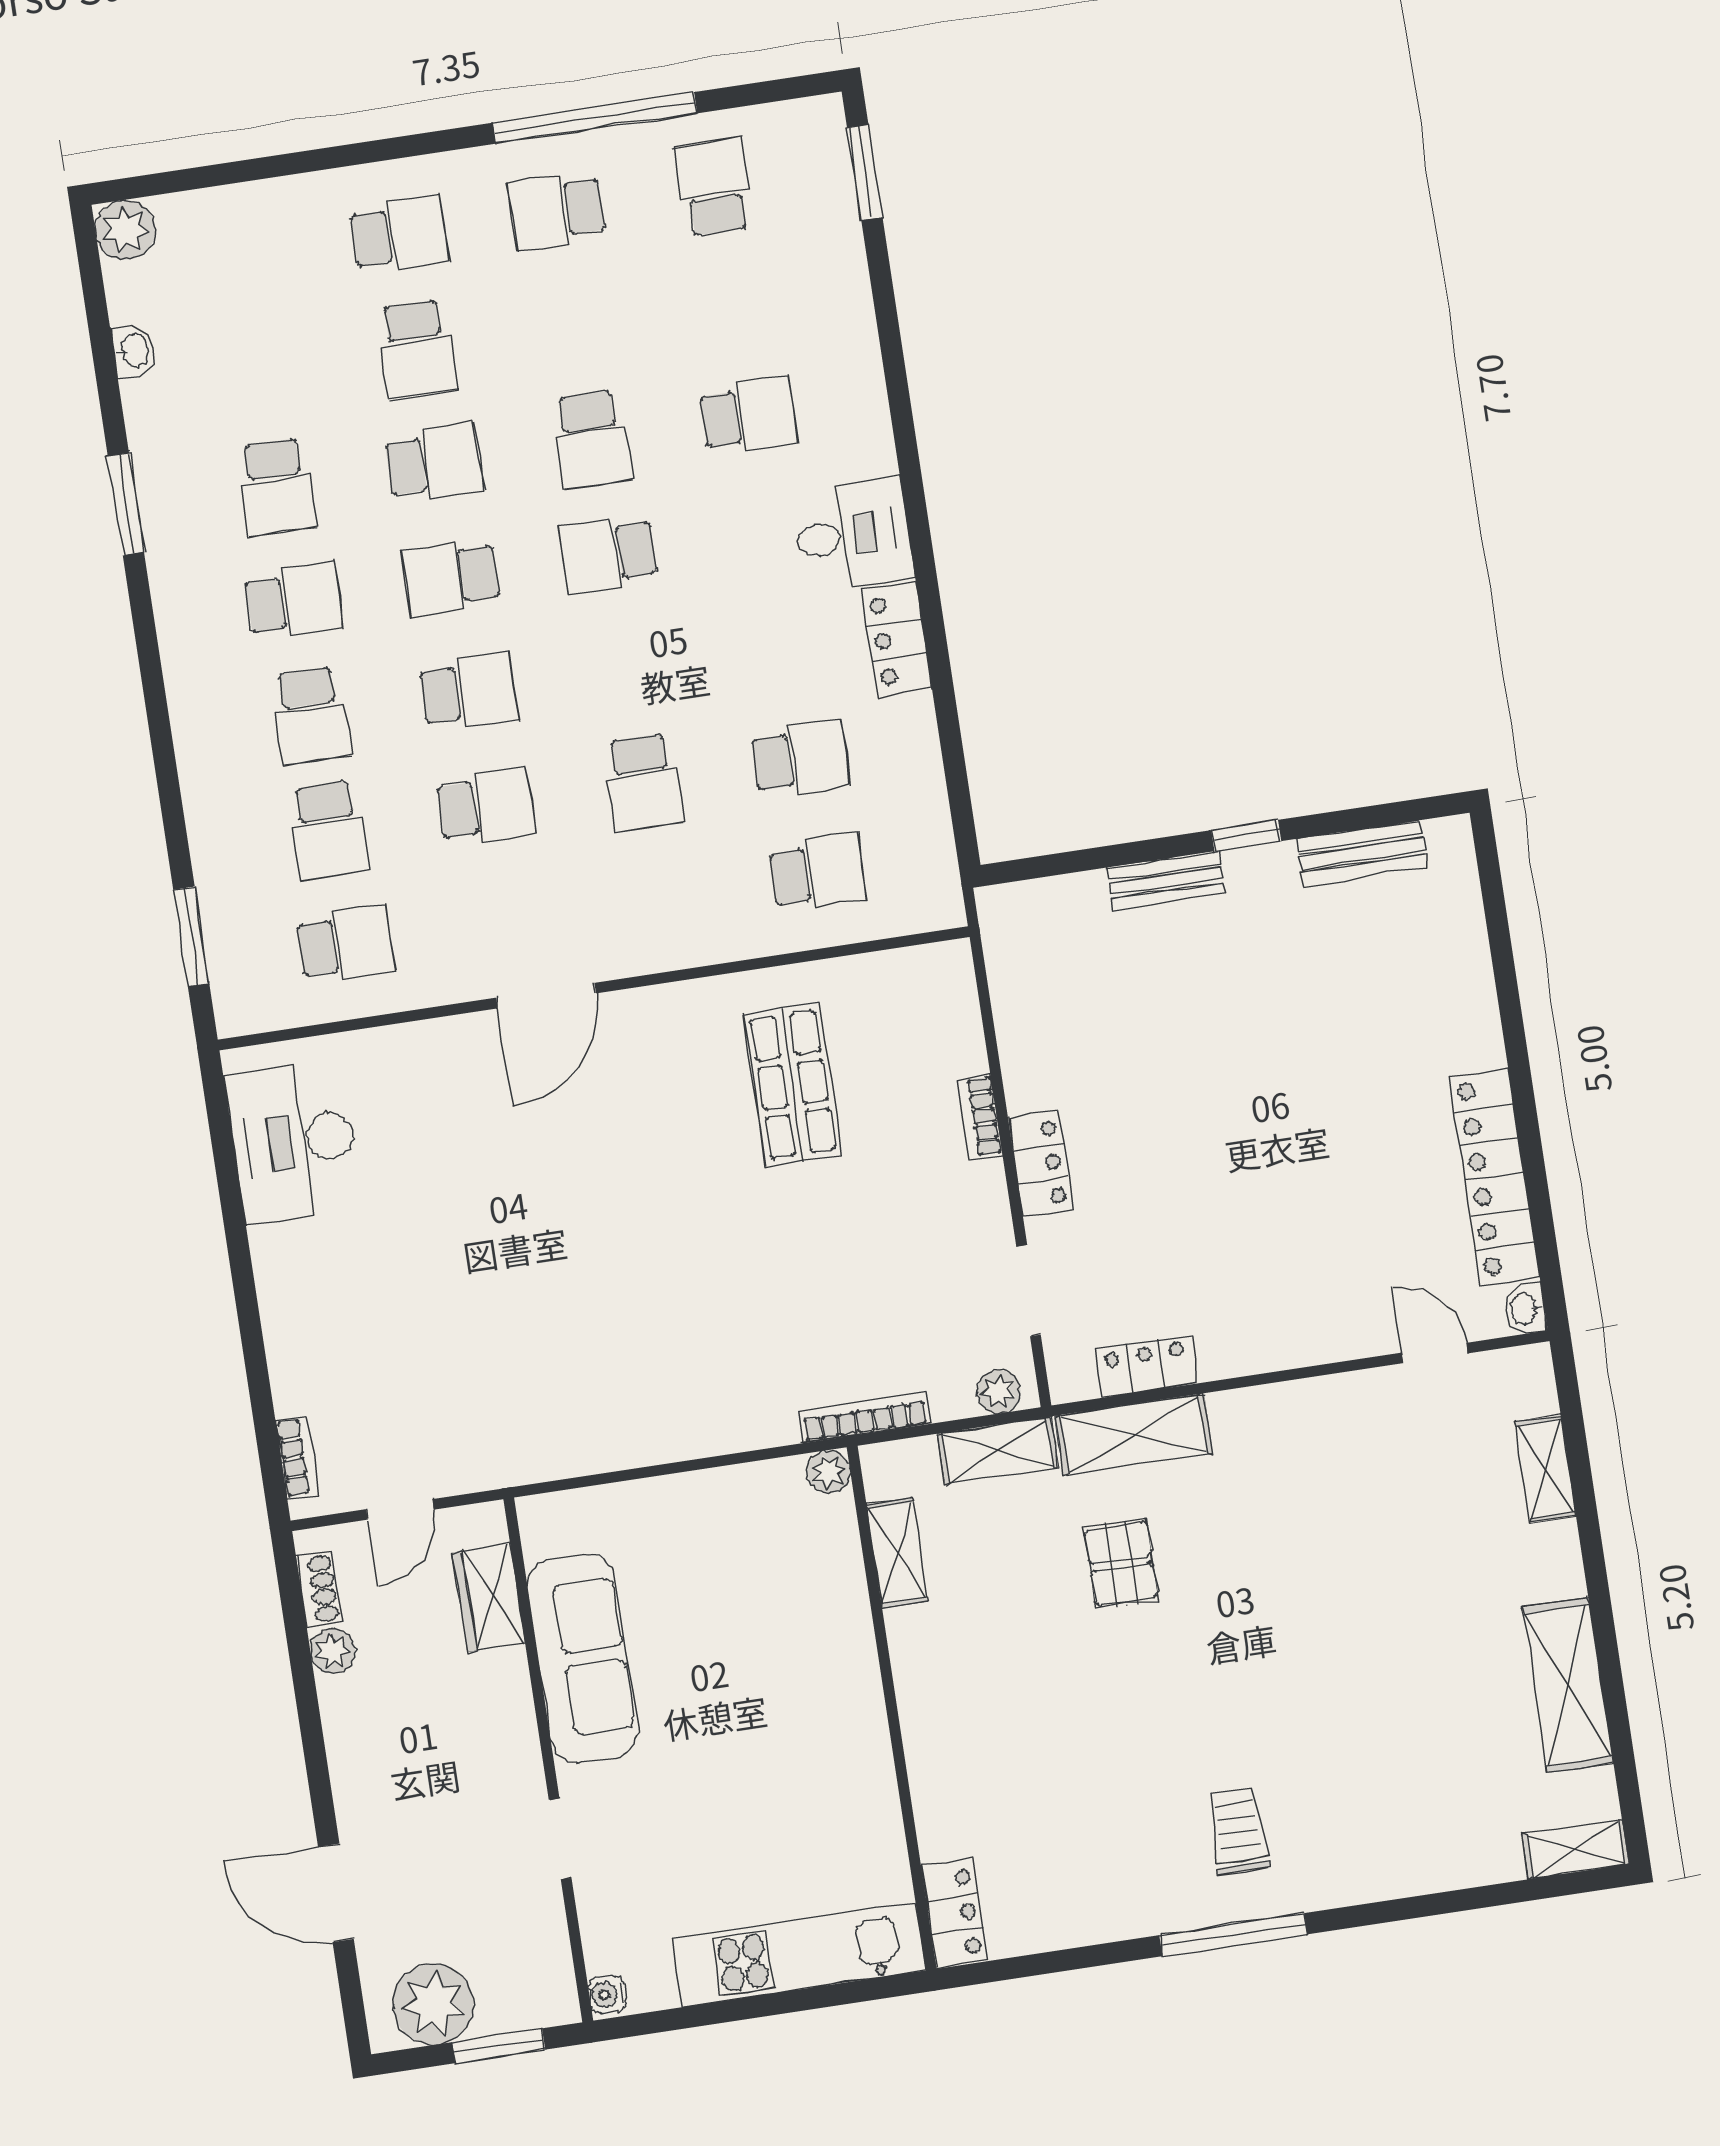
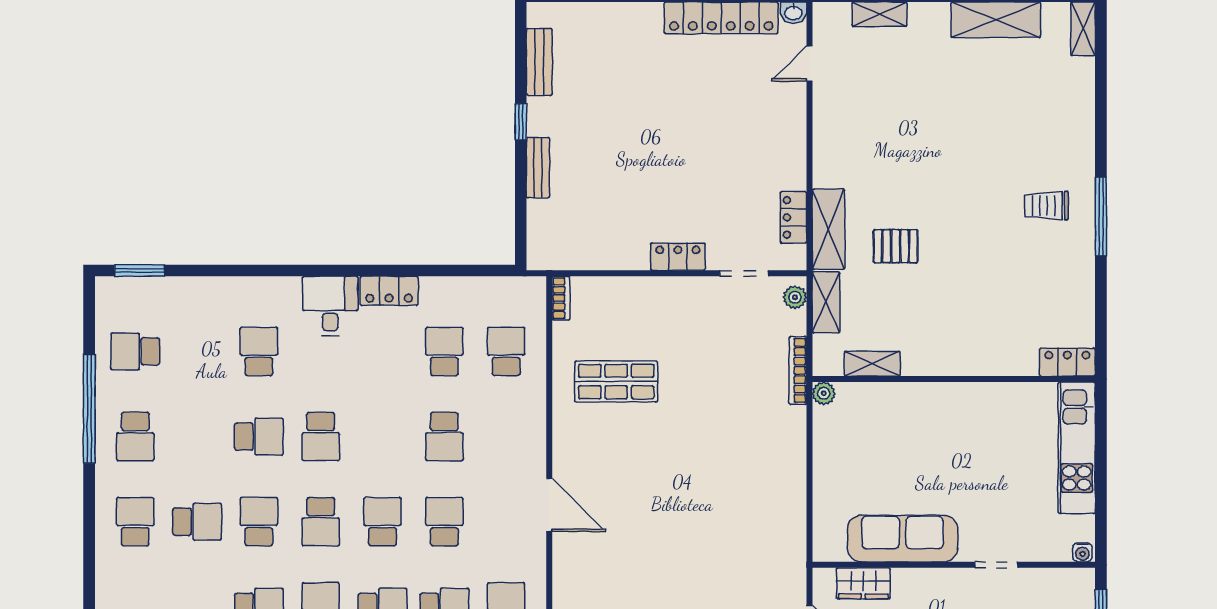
school desk: (643, 782) -> (444, 437), turned 90
bookcase: (980, 1117) -> (561, 298), moved, turned -90

